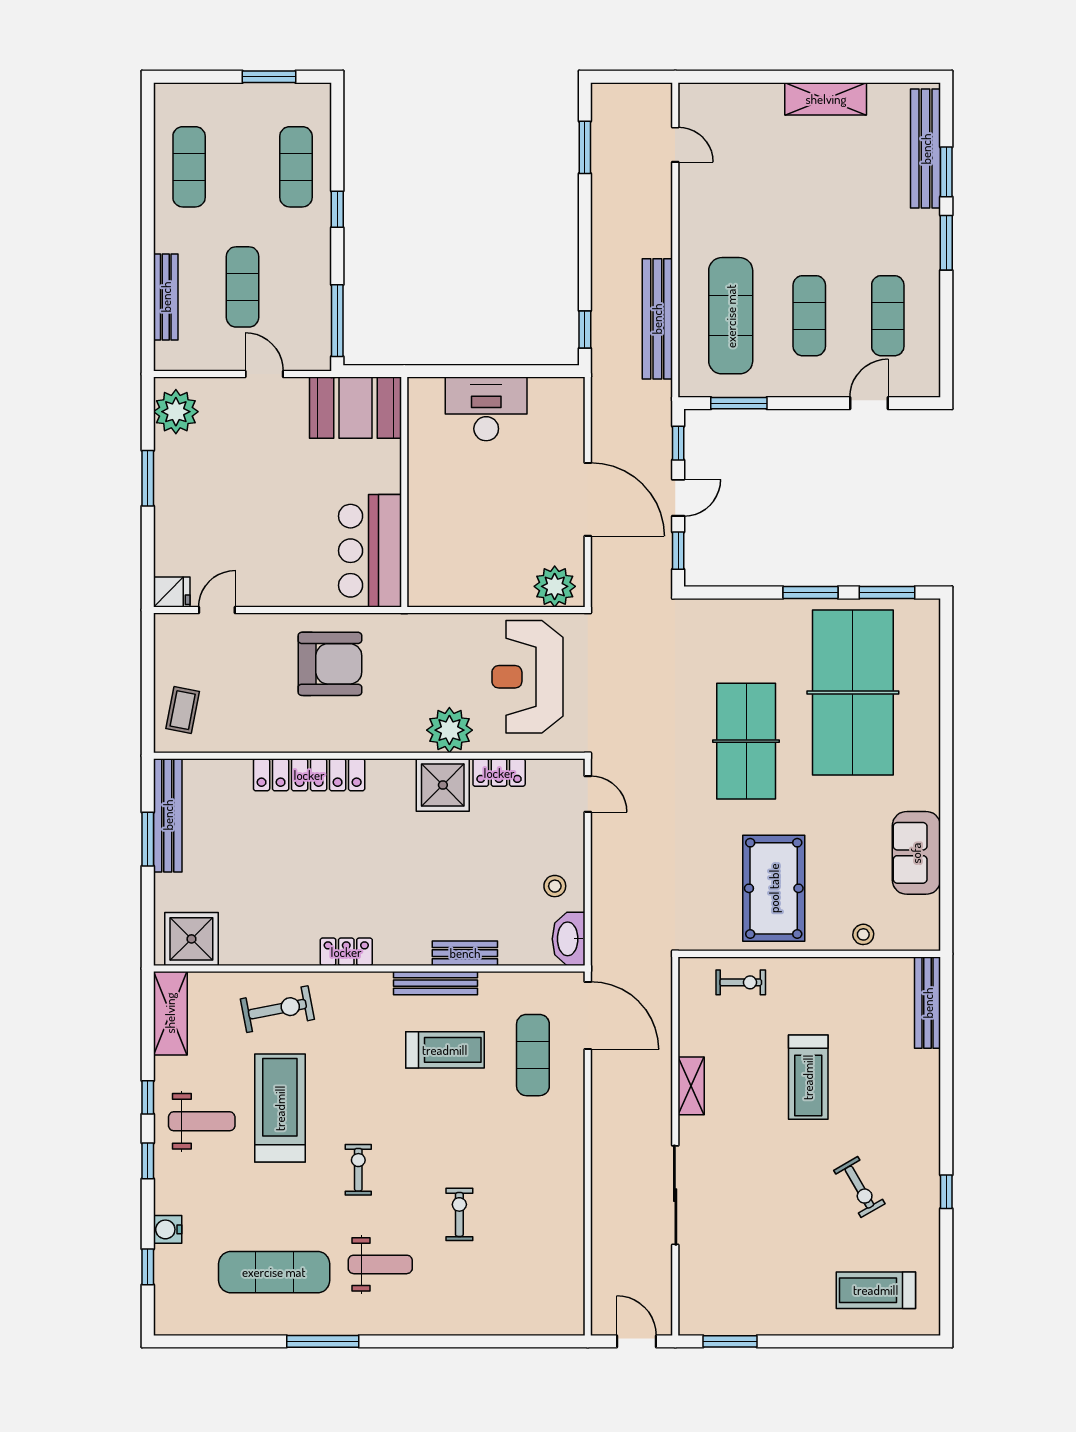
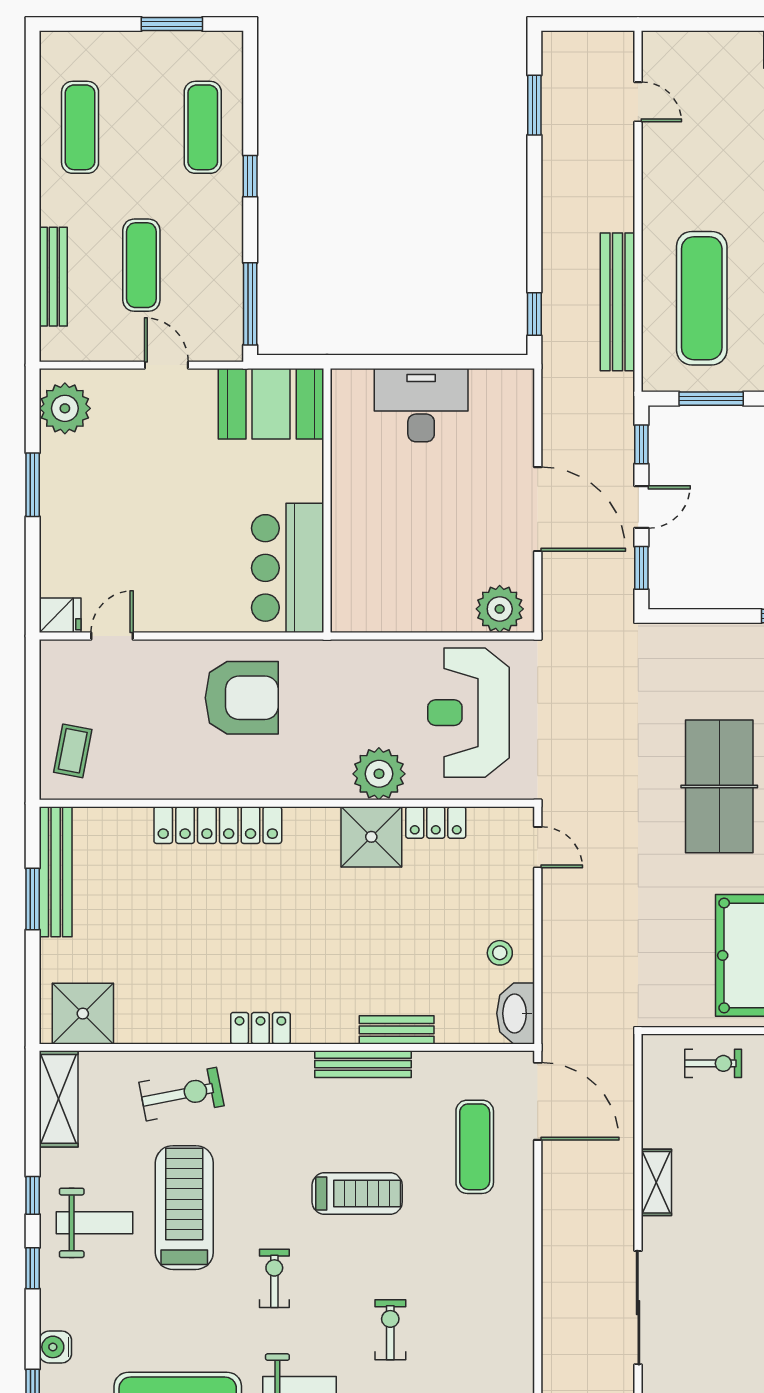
treadmill: (445, 1050) -> (357, 1194), moved

